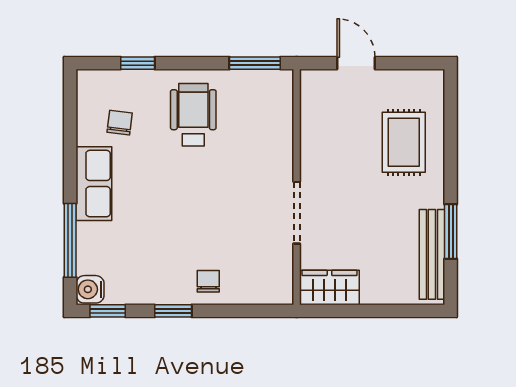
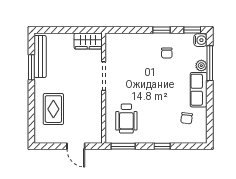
window: (138, 63) -> (162, 146), moved
wheelchair: (193, 115) -> (126, 118), moved
plant: (88, 235) -> (201, 66), added
chair: (208, 281) -> (167, 53), moved

